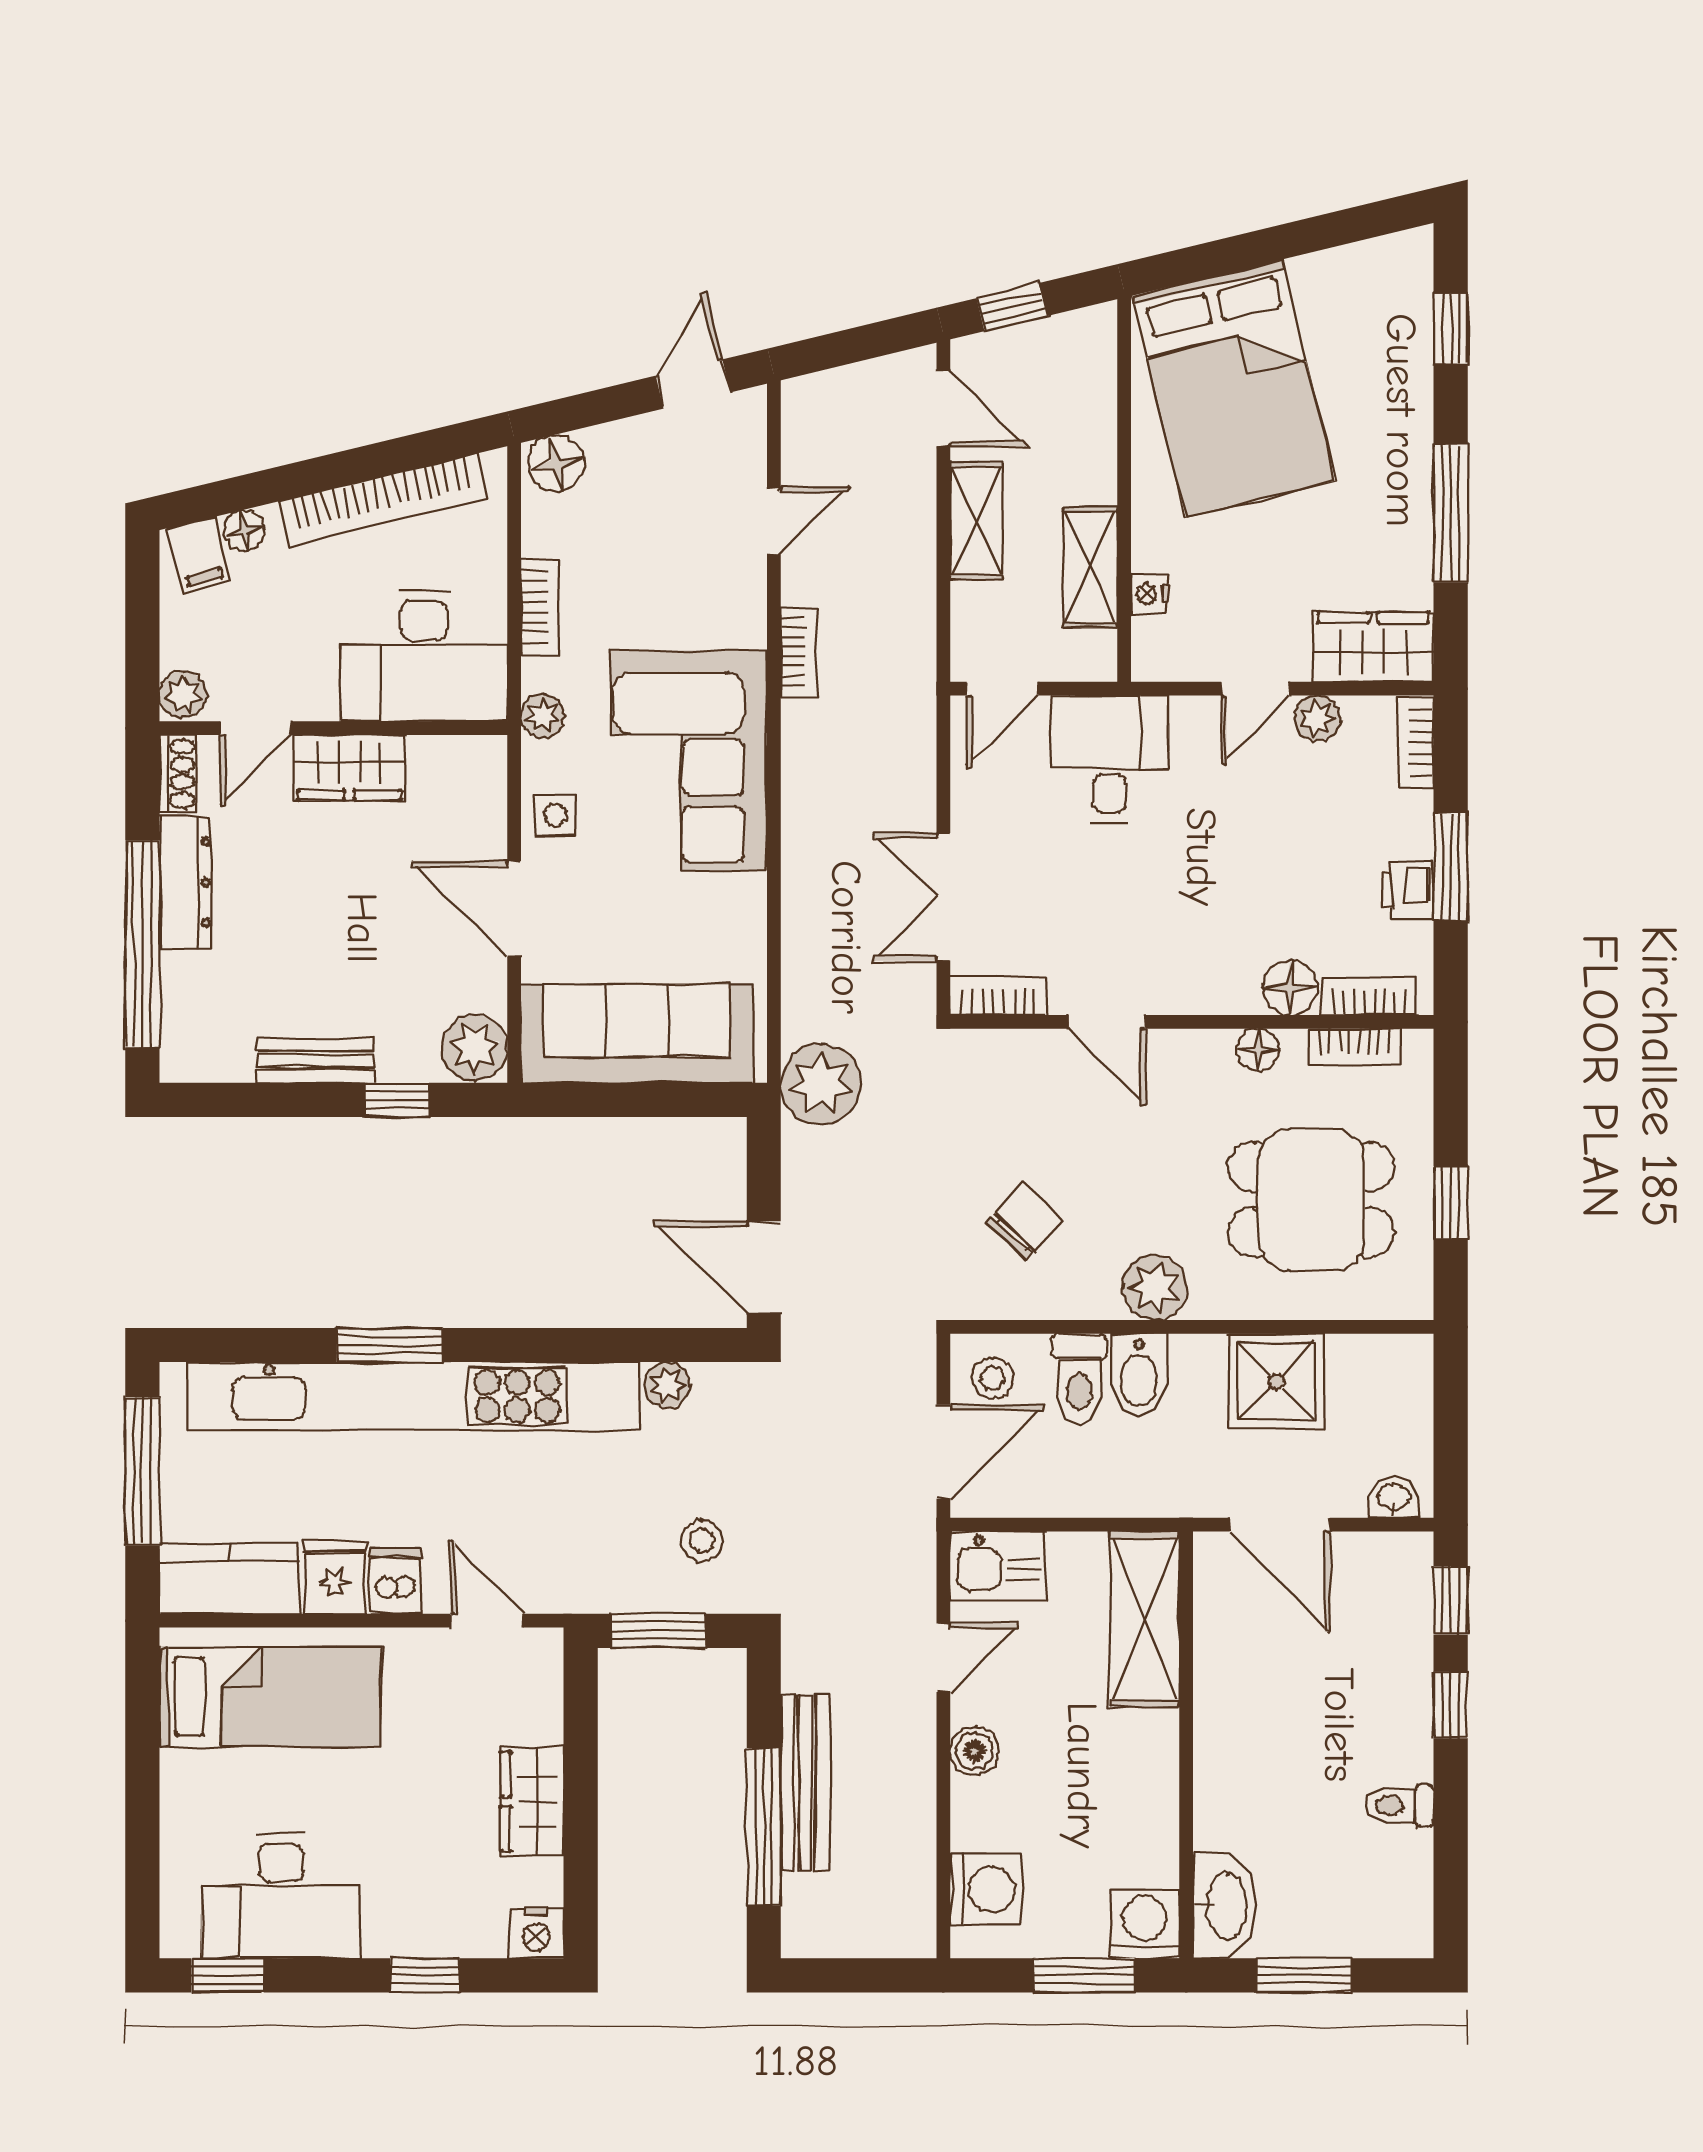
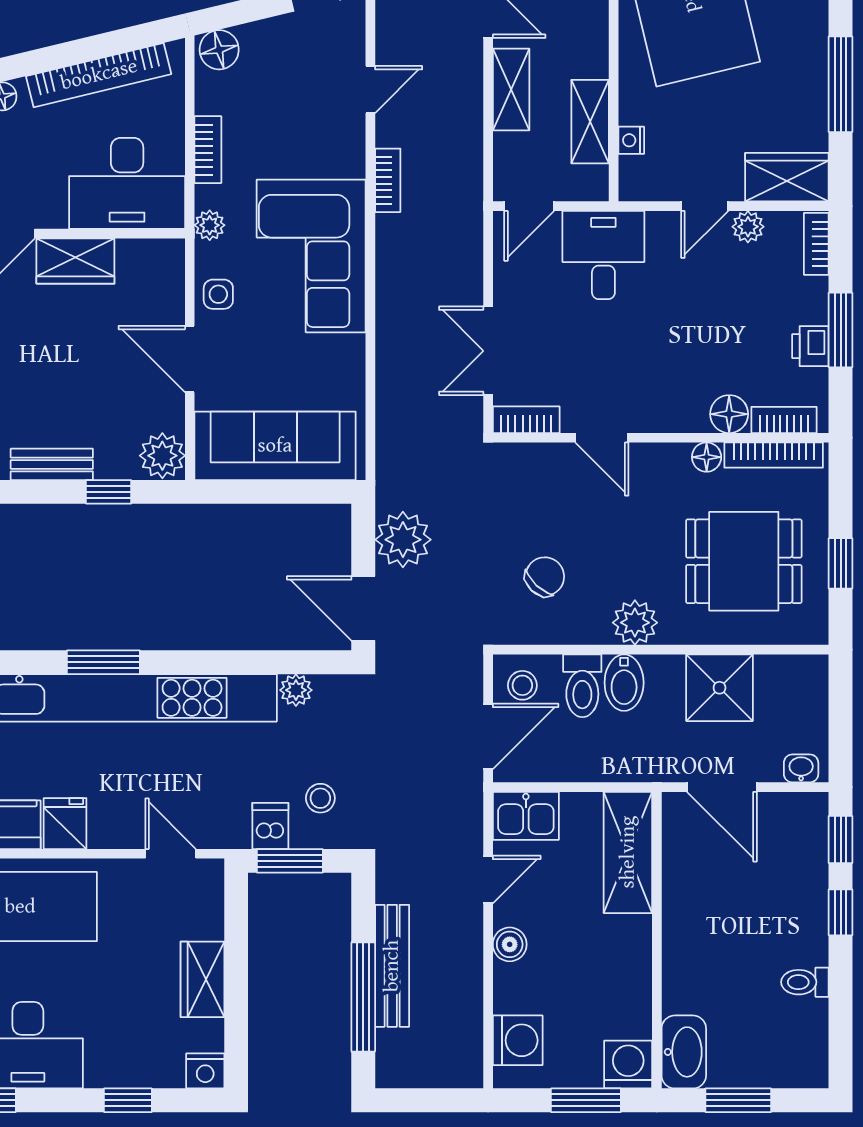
bookcase: (1354, 1047) -> (774, 455), width x1.56
plant: (821, 1084) -> (403, 540), moved
dishwasher: (396, 1581) -> (270, 826), moved

